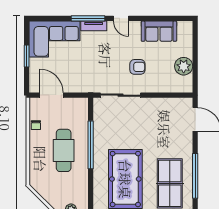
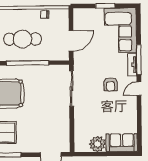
sofa: (159, 31) -> (122, 143), moved, turned 90
armchair: (137, 67) -> (111, 84), moved
door: (52, 95) -> (71, 41), moved

